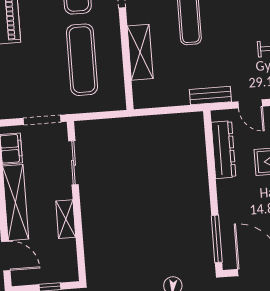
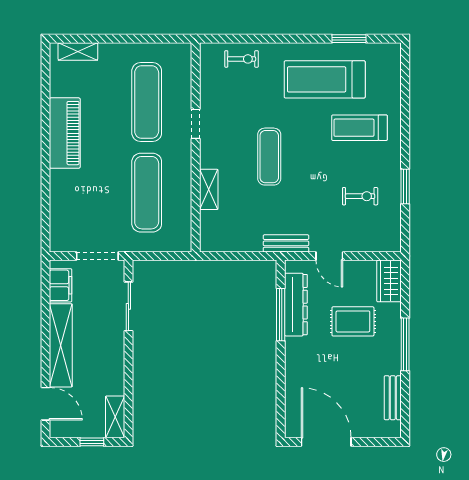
shelving: (140, 52) -> (209, 189), width x0.67, depth x0.75
shelving: (66, 219) -> (115, 417), moved
window: (217, 239) -> (281, 315), moved

